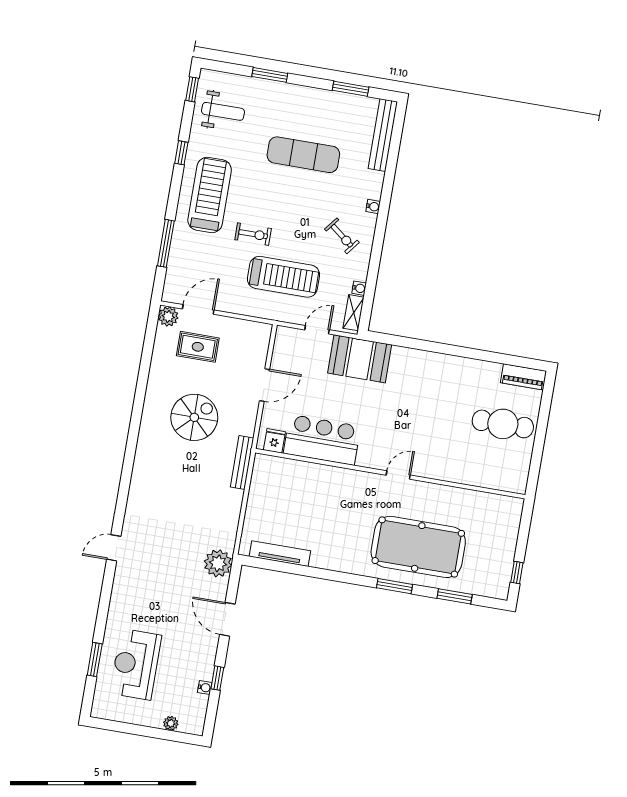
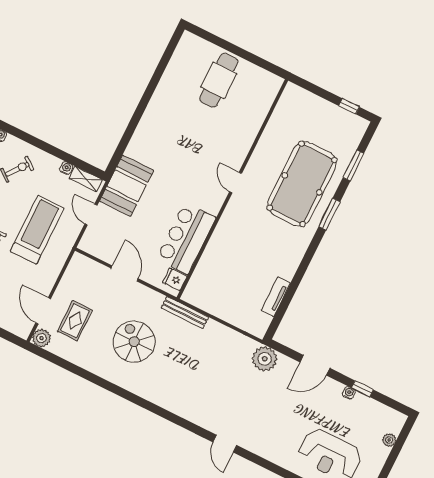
piano: (523, 377) -> (184, 51), removed
tv unit: (280, 554) -> (276, 297), width x0.71
water cooler: (205, 688) -> (349, 393), moved

